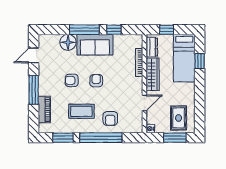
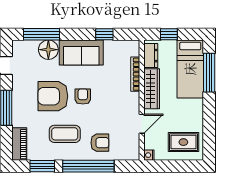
window: (84, 30) -> (42, 34), moved
window: (200, 61) -> (209, 73), width x2.17
armchair: (72, 80) -> (53, 96), width x1.88, depth x1.88
piano: (44, 110) -> (19, 144), moved
armchair: (110, 118) -> (100, 143), turned -90
rug: (179, 118) -> (183, 142), turned 90
window: (175, 138) -> (179, 166), removed

